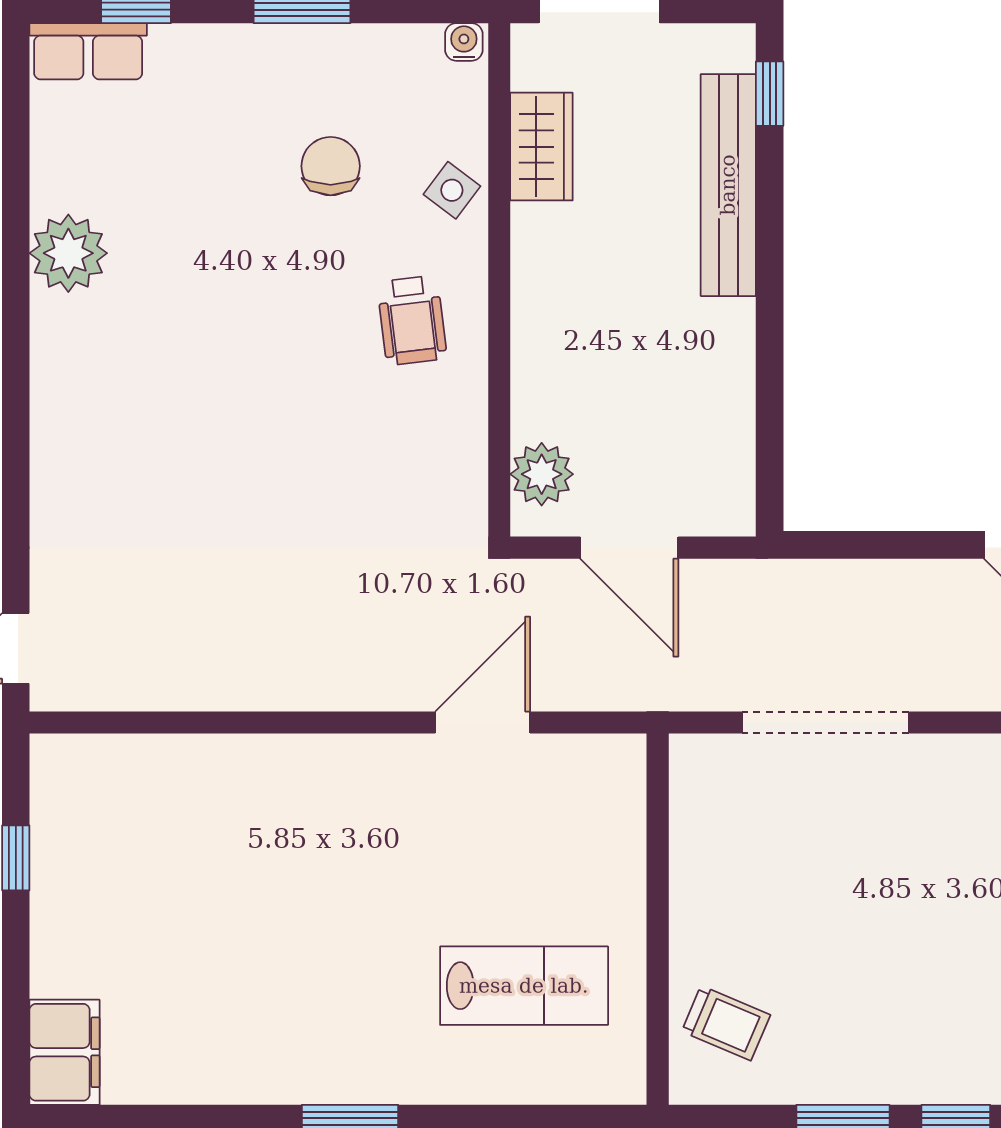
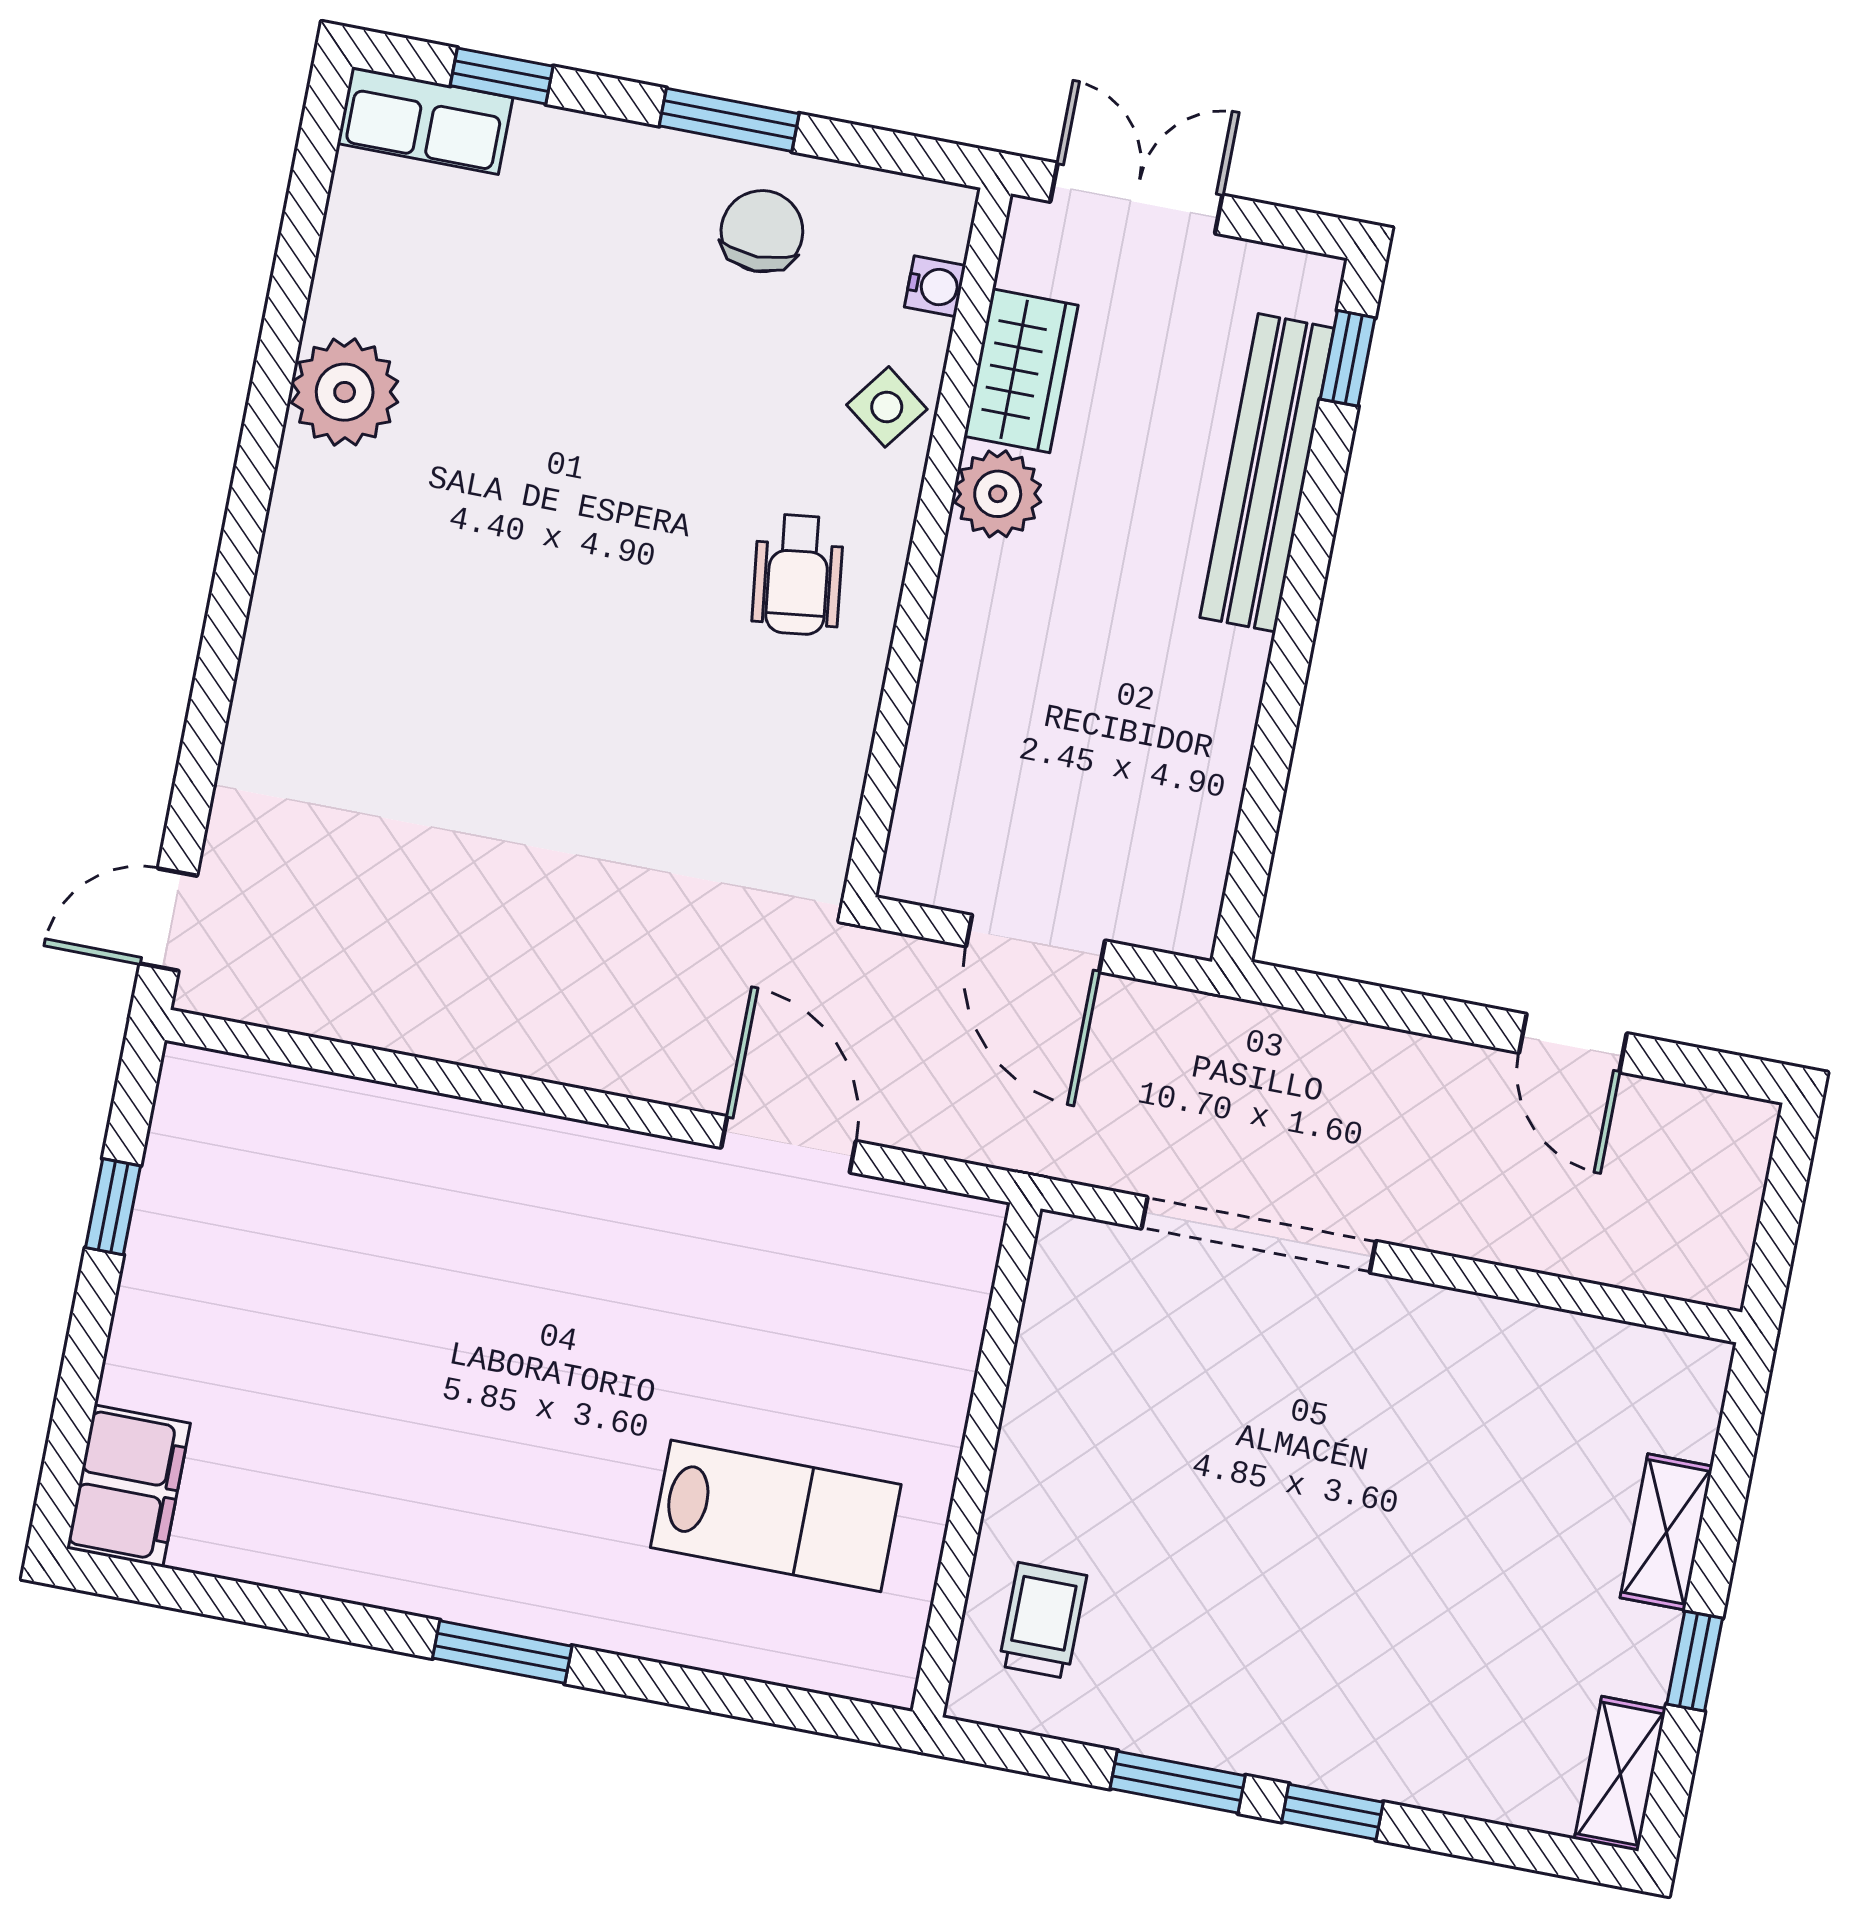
water cooler: (464, 42) -> (935, 286), moved, turned 90
chair: (331, 166) -> (762, 231), moved
plant: (542, 474) -> (998, 494), moved
door: (483, 722) -> (788, 1144), hinge flipped
trolley: (726, 1023) -> (1043, 1621), turned -113

